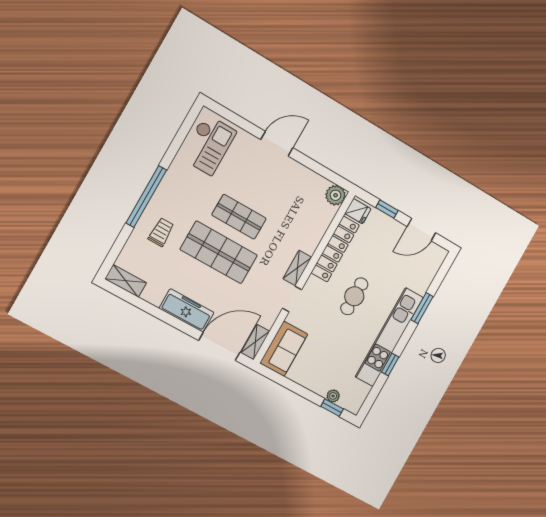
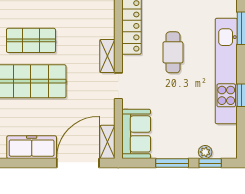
window: (300, 390) -> (172, 163), added

